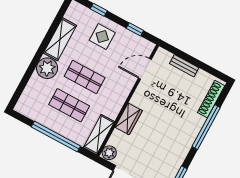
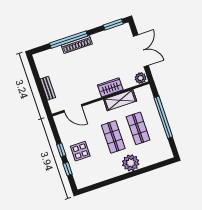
window: (135, 29) -> (61, 150), moved
shelving: (60, 39) -> (107, 173), removed
shoe rack: (211, 99) -> (77, 45), moved
shelving: (99, 135) -> (120, 100), moved

